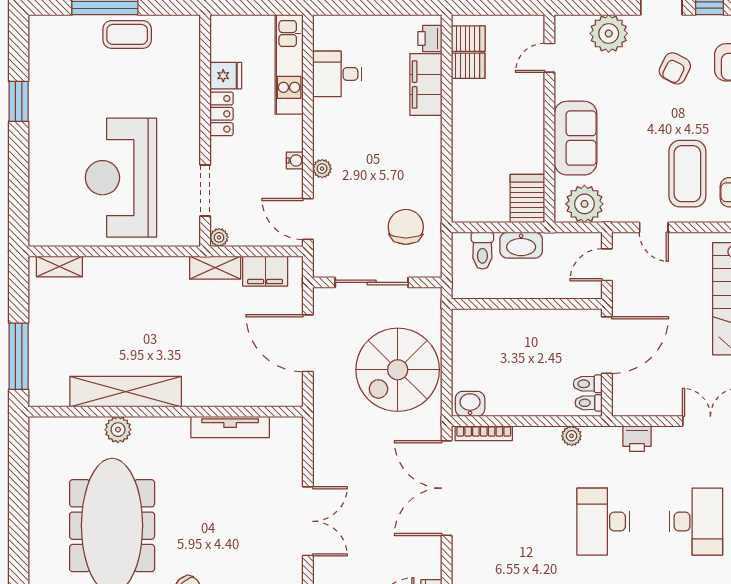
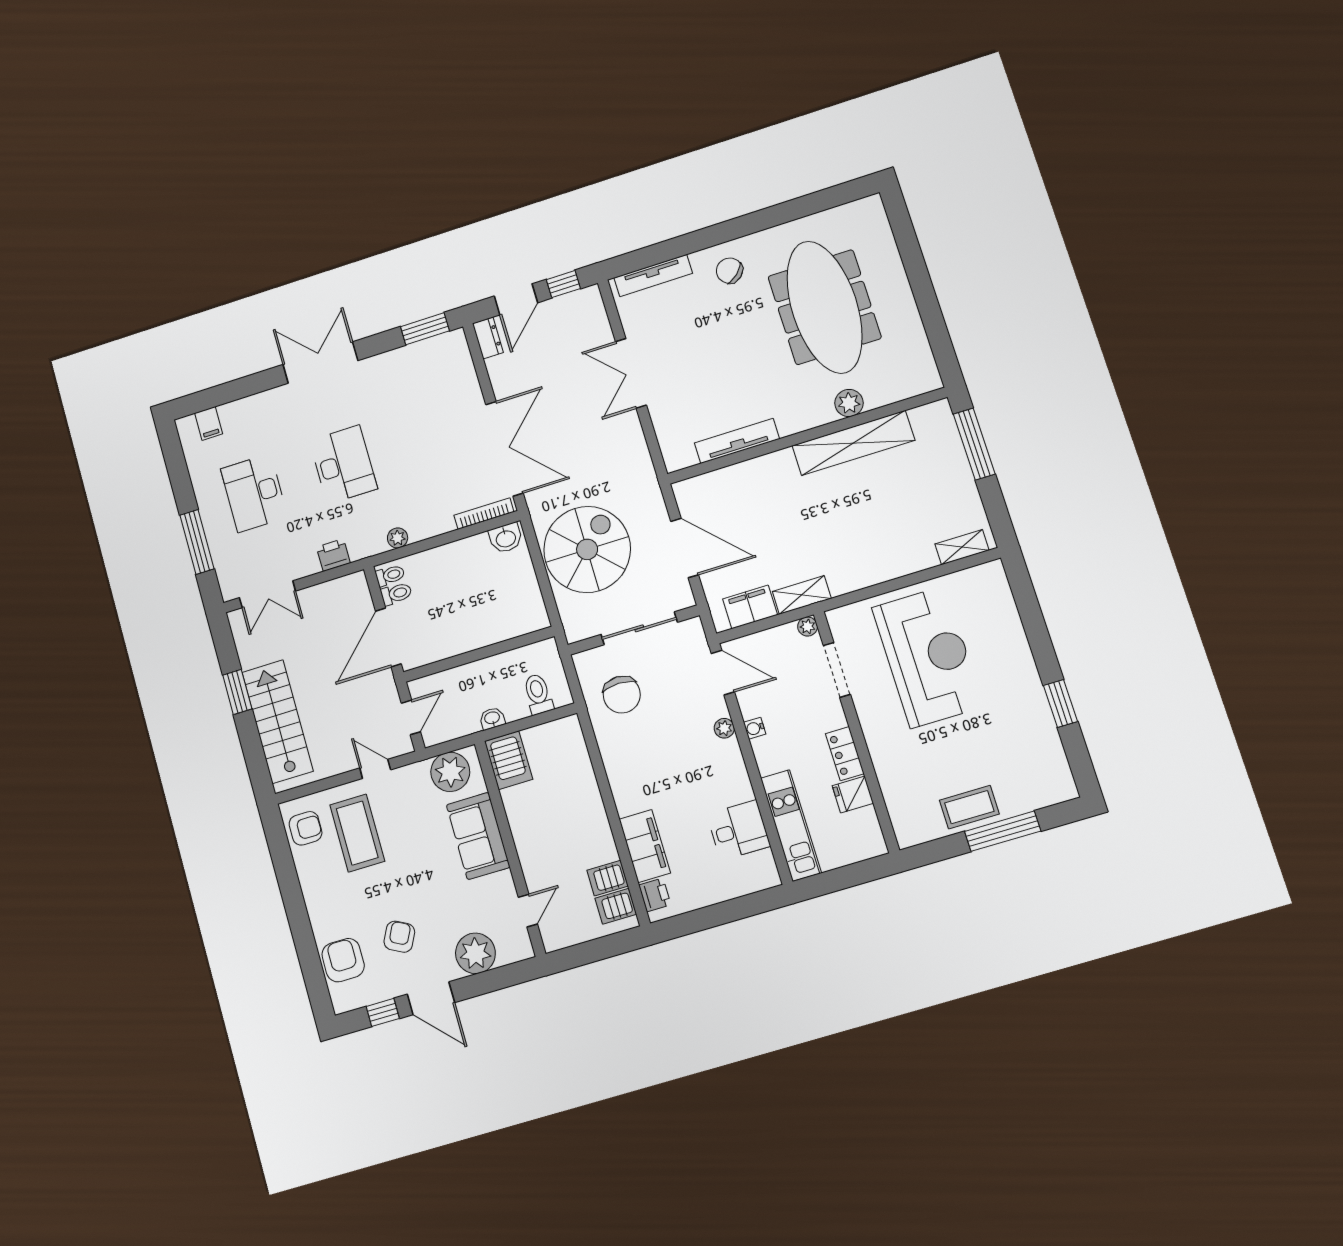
washbasin: (521, 245) -> (492, 718), width x0.52, depth x0.69

